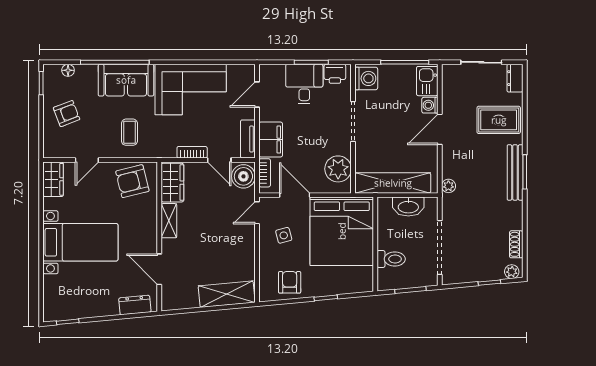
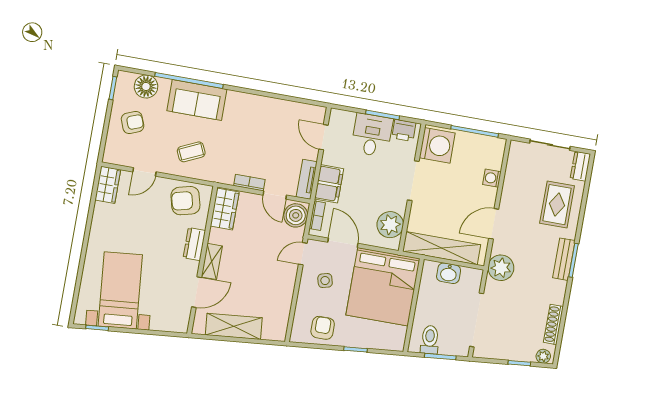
floor lamp: (68, 70) -> (146, 86), width x1.89, depth x1.89
washing machine: (366, 78) -> (437, 145), width x1.37, depth x1.37
kitchen sink: (427, 81) -> (493, 154), removed
corner sofa: (191, 89) -> (259, 121), removed
door: (257, 95) -> (324, 137), hinge flipped
rug: (499, 120) -> (557, 205), turned 90
door: (440, 129) -> (494, 224), moved
coffee table: (129, 132) -> (191, 152), turned 65
bench: (515, 172) -> (564, 259), width x0.73
plant: (448, 186) -> (501, 268), width x1.88, depth x1.88
washbasin: (408, 207) -> (449, 273), width x0.72
shelving: (169, 221) -> (212, 261), moved
bed with nightstands: (80, 242) -> (120, 290), moved, turned -95
shoe rack: (516, 244) -> (553, 324), width x1.43
toilet: (391, 259) -> (430, 340), moved, turned -95
door: (159, 269) -> (197, 292), swing flipped
shelving: (227, 294) -> (234, 326), moved
dresser: (135, 305) -> (194, 244), moved, turned -85

